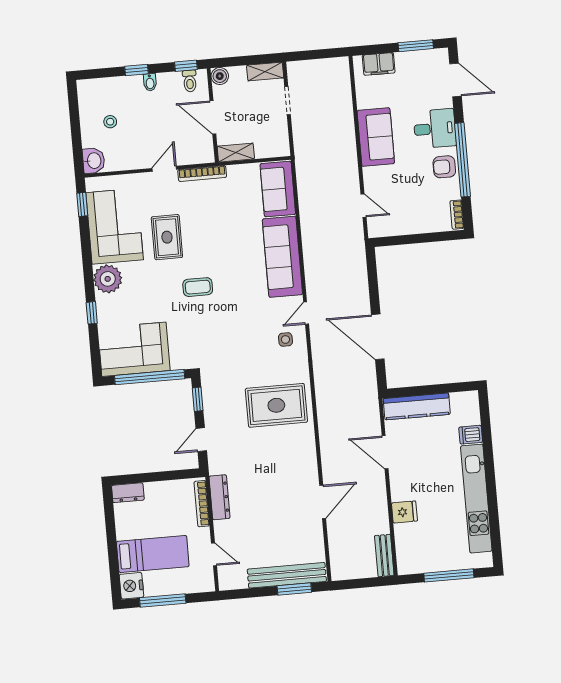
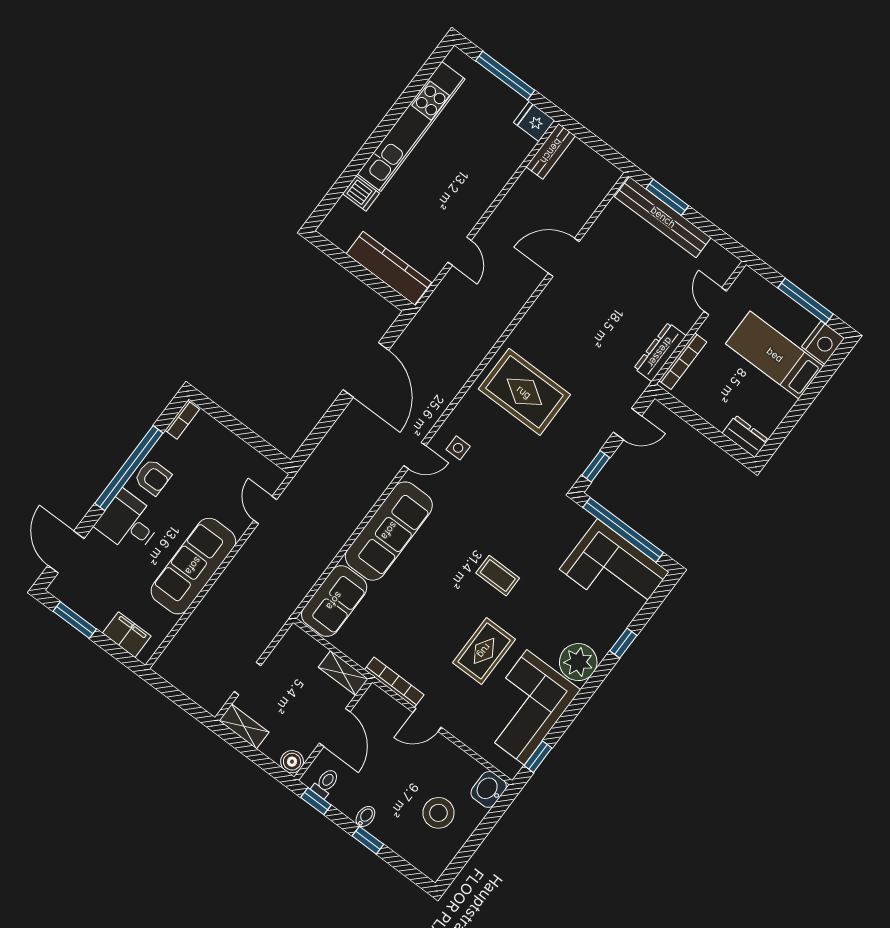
stool: (110, 122) -> (438, 813), width x1.89, depth x1.89
sofa: (376, 137) -> (193, 566), width x1.36
door: (385, 452) -> (460, 251), width x0.73
fridge: (404, 512) -> (534, 121), moved

